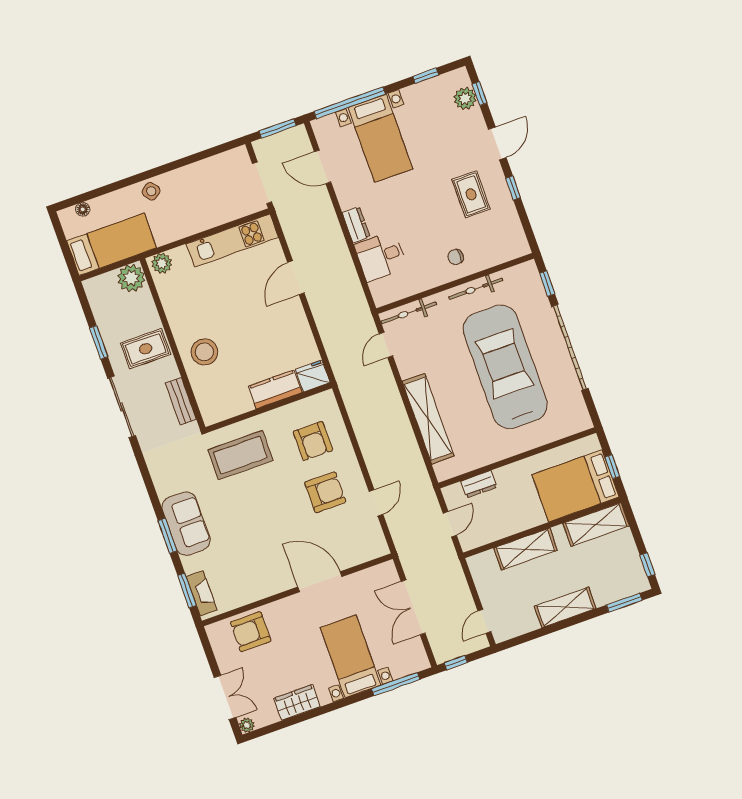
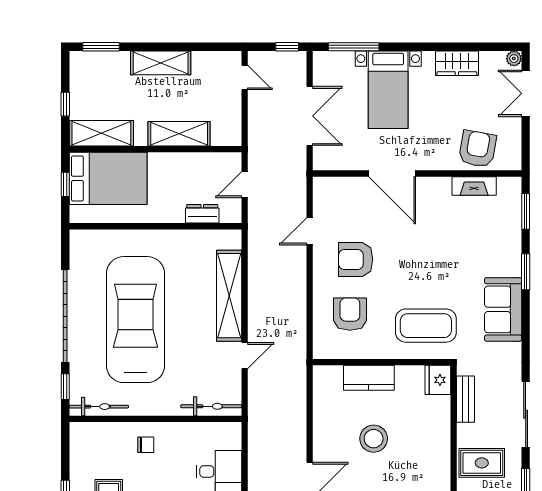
bicycle: (476, 289) -> (99, 407), moved
door: (386, 345) -> (245, 356), moved
stool: (204, 352) -> (374, 439), moved
car: (505, 367) -> (135, 320), turned 180
fridge: (313, 376) -> (438, 380), moved, turned 90
sofa: (186, 524) -> (503, 309), moved
window: (647, 565) -> (65, 104), moved
fireplace: (202, 593) -> (474, 186), moved, turned -90
door: (484, 621) -> (245, 77), hinge flipped
armchair: (251, 632) -> (477, 149), turned -80

